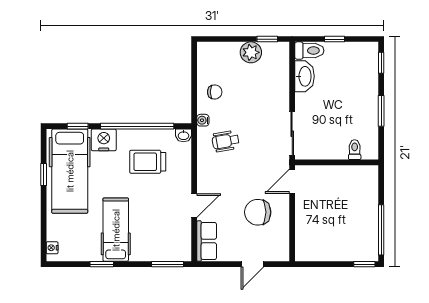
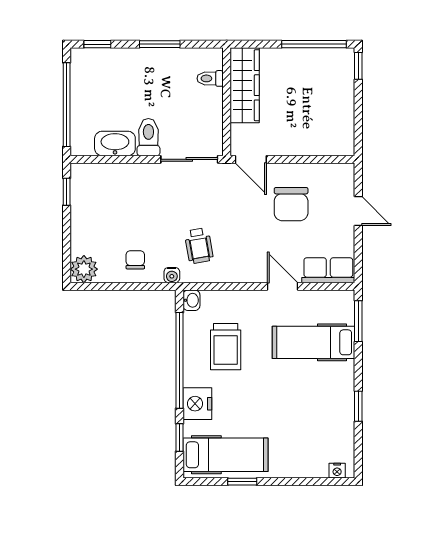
window: (334, 39) -> (67, 105), width x3.17
toilet: (309, 51) -> (148, 137), moved
plant: (251, 52) -> (84, 269), moved
hospital bed: (70, 171) -> (225, 455), width x0.73, depth x0.78
wardrobe: (349, 176) -> (245, 85), added
hospital bed: (116, 230) -> (314, 342), moved

